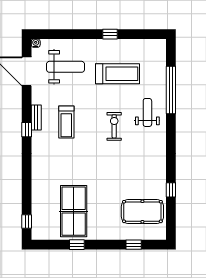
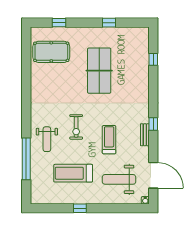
treadmill: (66, 122) -> (109, 140), moved
window: (171, 190) -> (26, 71), removed
table tennis table: (74, 211) -> (99, 71), moved
window: (27, 222) -> (153, 59), moved

